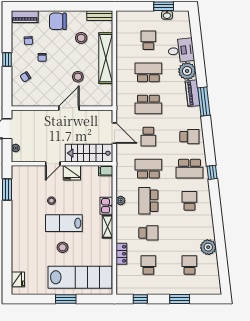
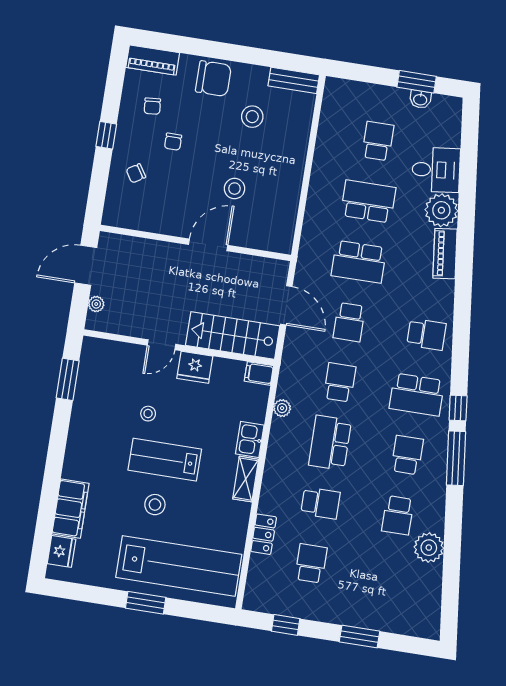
chair: (58, 21) -> (213, 79), turned 180
shelving: (106, 58) -> (292, 162), removed
window: (204, 101) -> (456, 458), moved
school desk: (148, 169) -> (340, 382), width x0.54
plant: (121, 201) -> (282, 408), moved
filing cabinet: (19, 256) -> (70, 509), added
school desk: (189, 265) -> (398, 515), moved, turned 180

